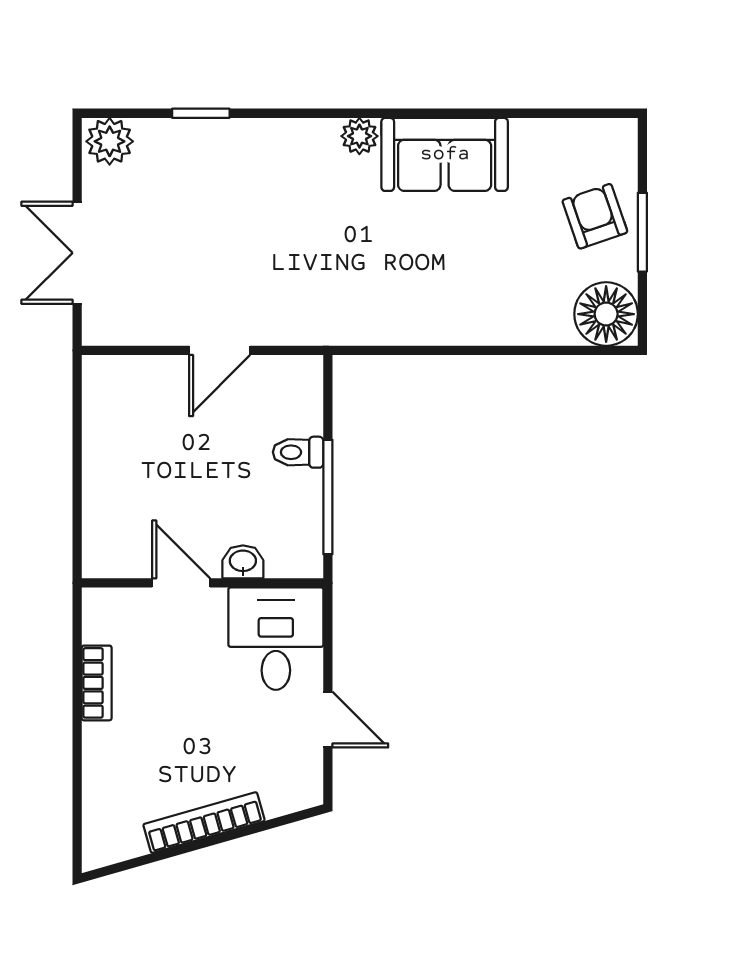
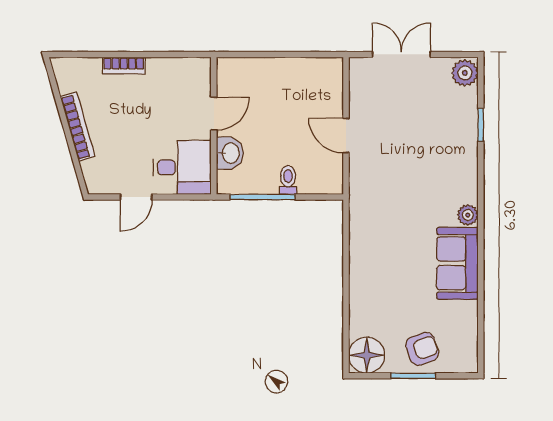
washbasin: (243, 562) -> (230, 153), width x1.38, depth x1.45
bookcase: (97, 683) -> (124, 66), moved

